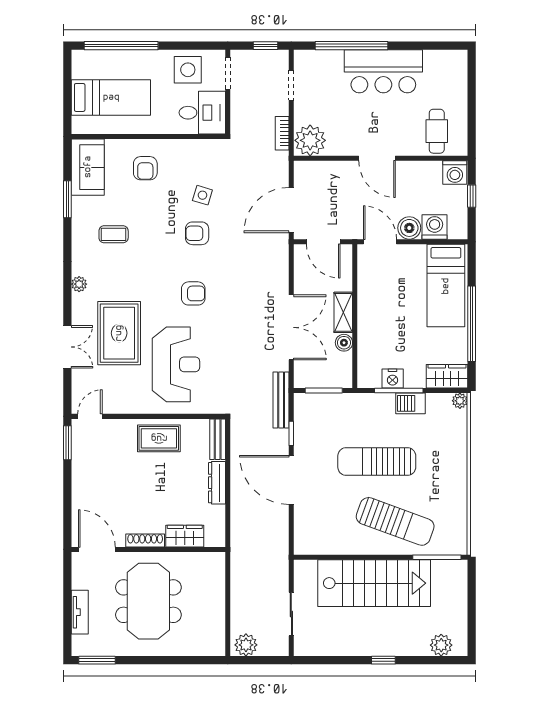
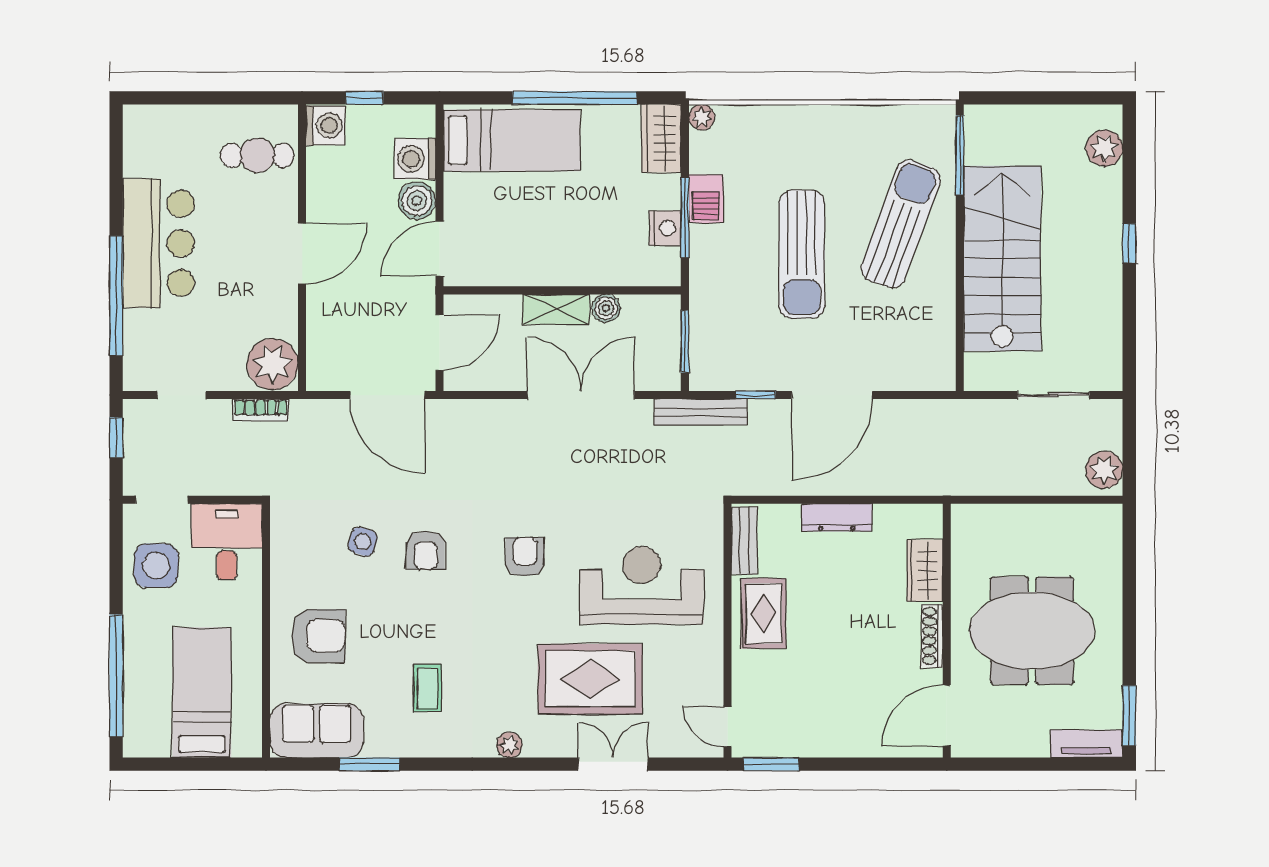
armchair: (145, 168) -> (318, 636), width x1.38, depth x1.38
bench: (218, 439) -> (744, 541), moved, turned 90
tv unit: (80, 612) -> (1087, 744), moved

